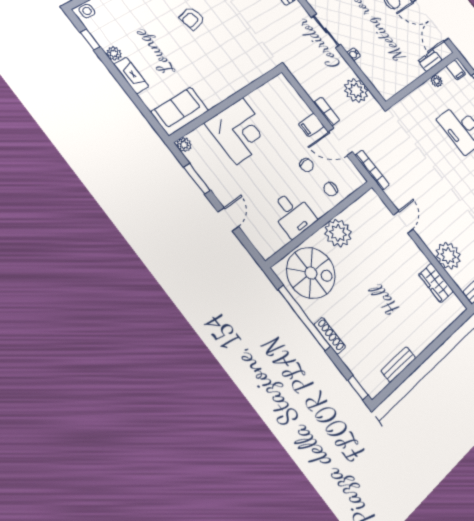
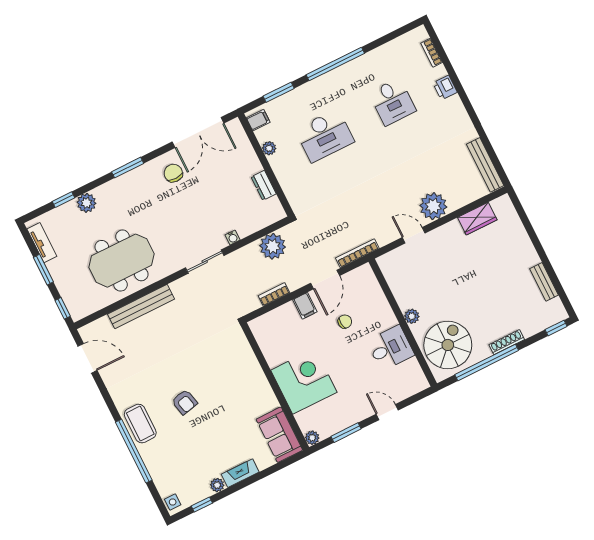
dresser: (430, 61) -> (264, 185), moved
bookcase: (327, 111) -> (274, 294), moved
chair: (331, 189) -> (371, 303), removed
plant: (338, 233) -> (412, 316), width x0.53, depth x0.53
plant: (448, 256) -> (433, 206), moved

